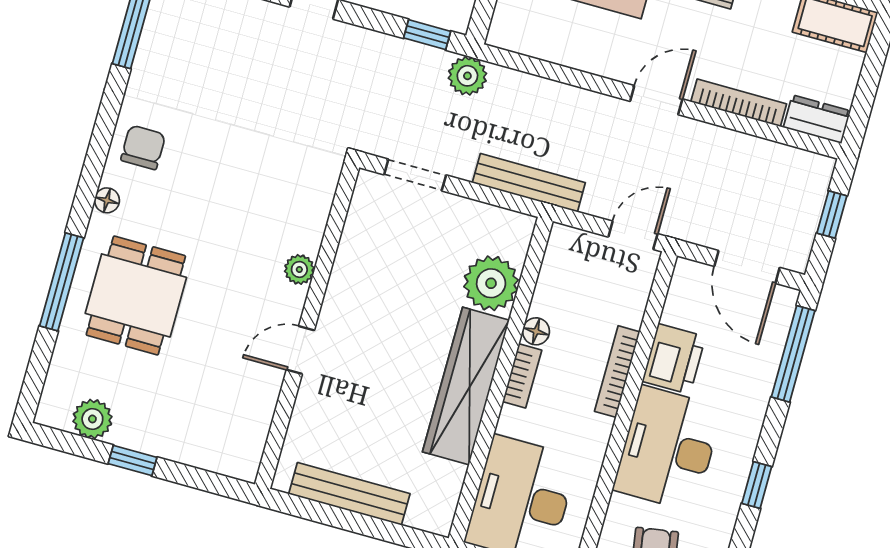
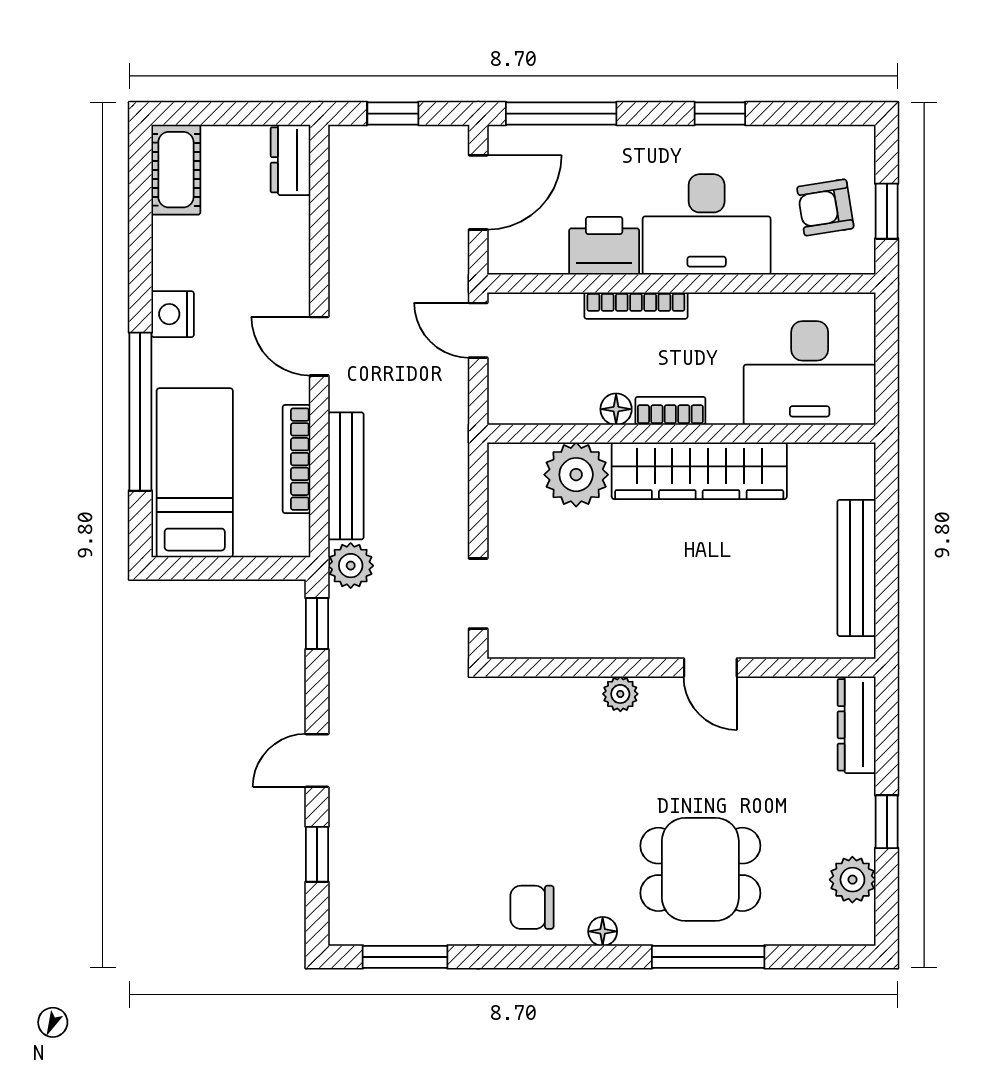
bookcase: (739, 103) -> (297, 459), moved
bench: (529, 183) -> (346, 476), moved
dresser: (220, 458) -> (857, 725), added

